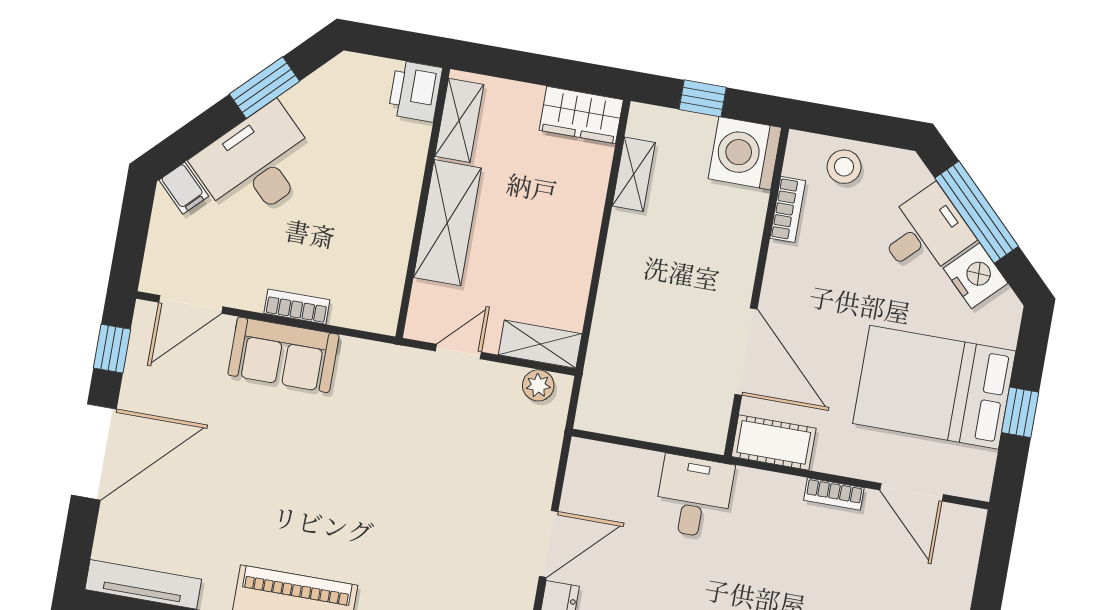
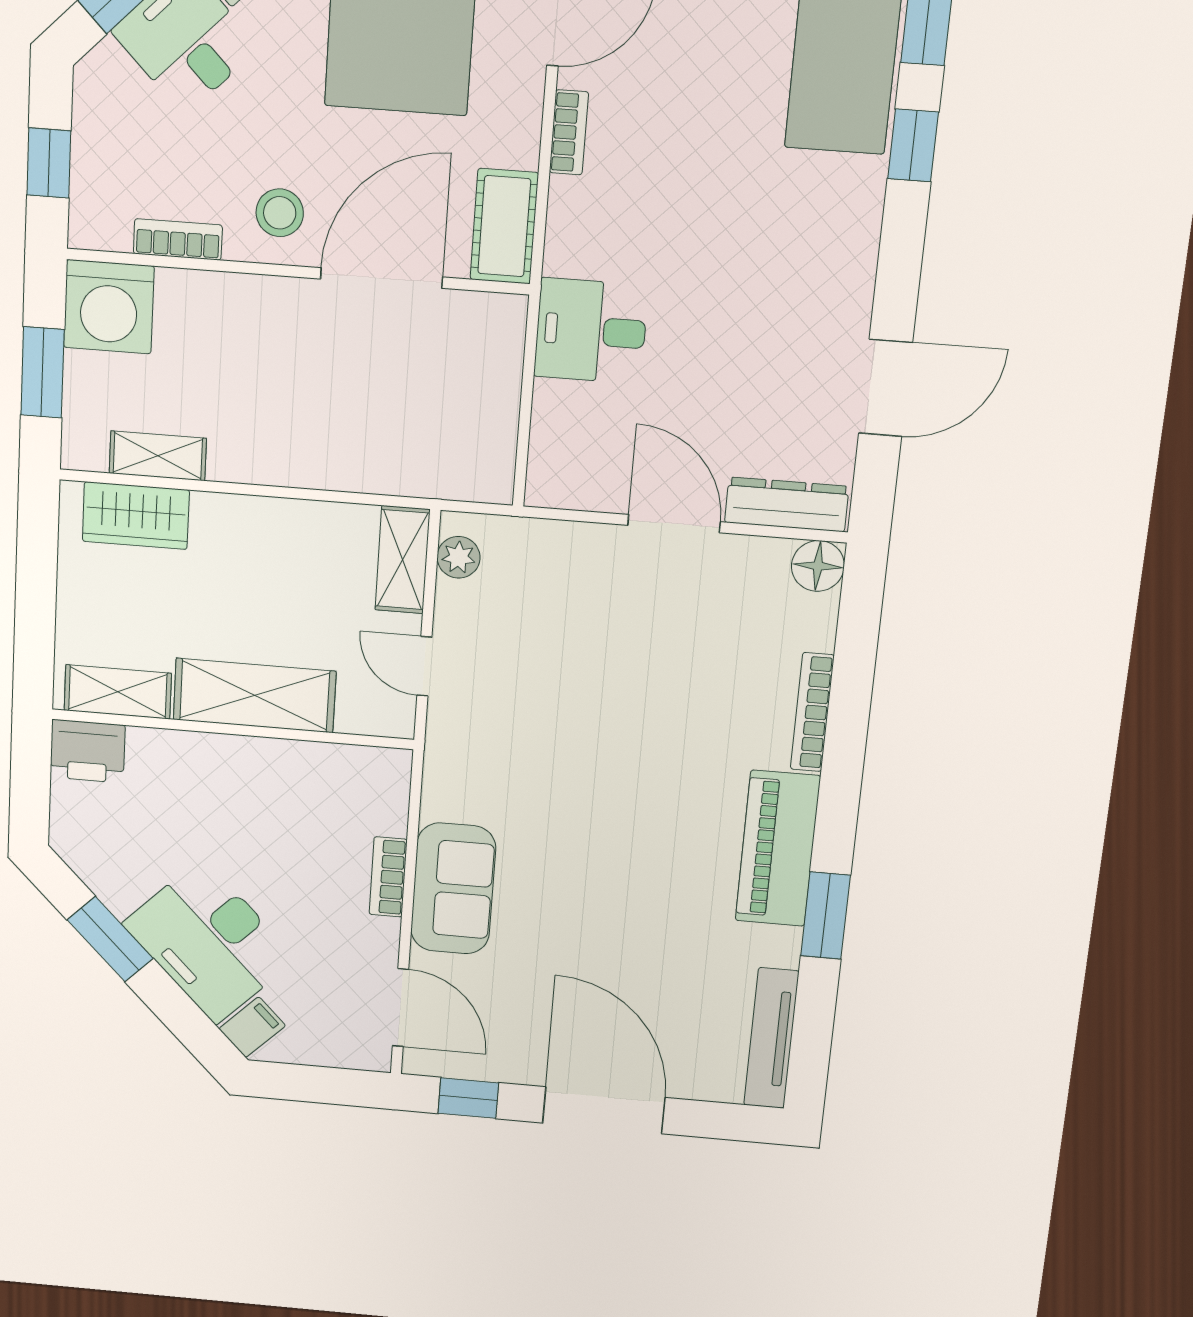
window: (703, 98) -> (42, 372), width x1.50
wardrobe: (581, 115) -> (136, 516), moved, turned 90
window: (850, 124) -> (49, 163), added
stool: (844, 167) -> (280, 213), moved

